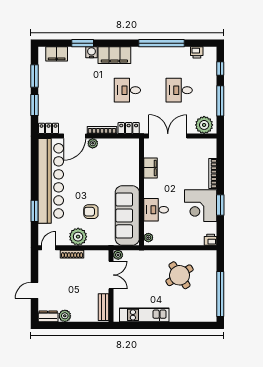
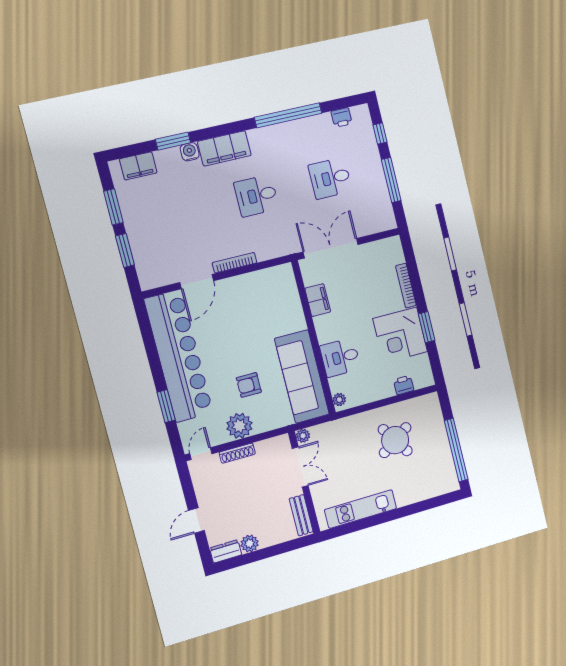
plant: (204, 125) -> (377, 220), removed
locker: (48, 128) -> (155, 280), removed
locker: (129, 128) -> (272, 250), removed
plant: (93, 143) -> (226, 286), removed
printer: (211, 240) -> (404, 385), moved

